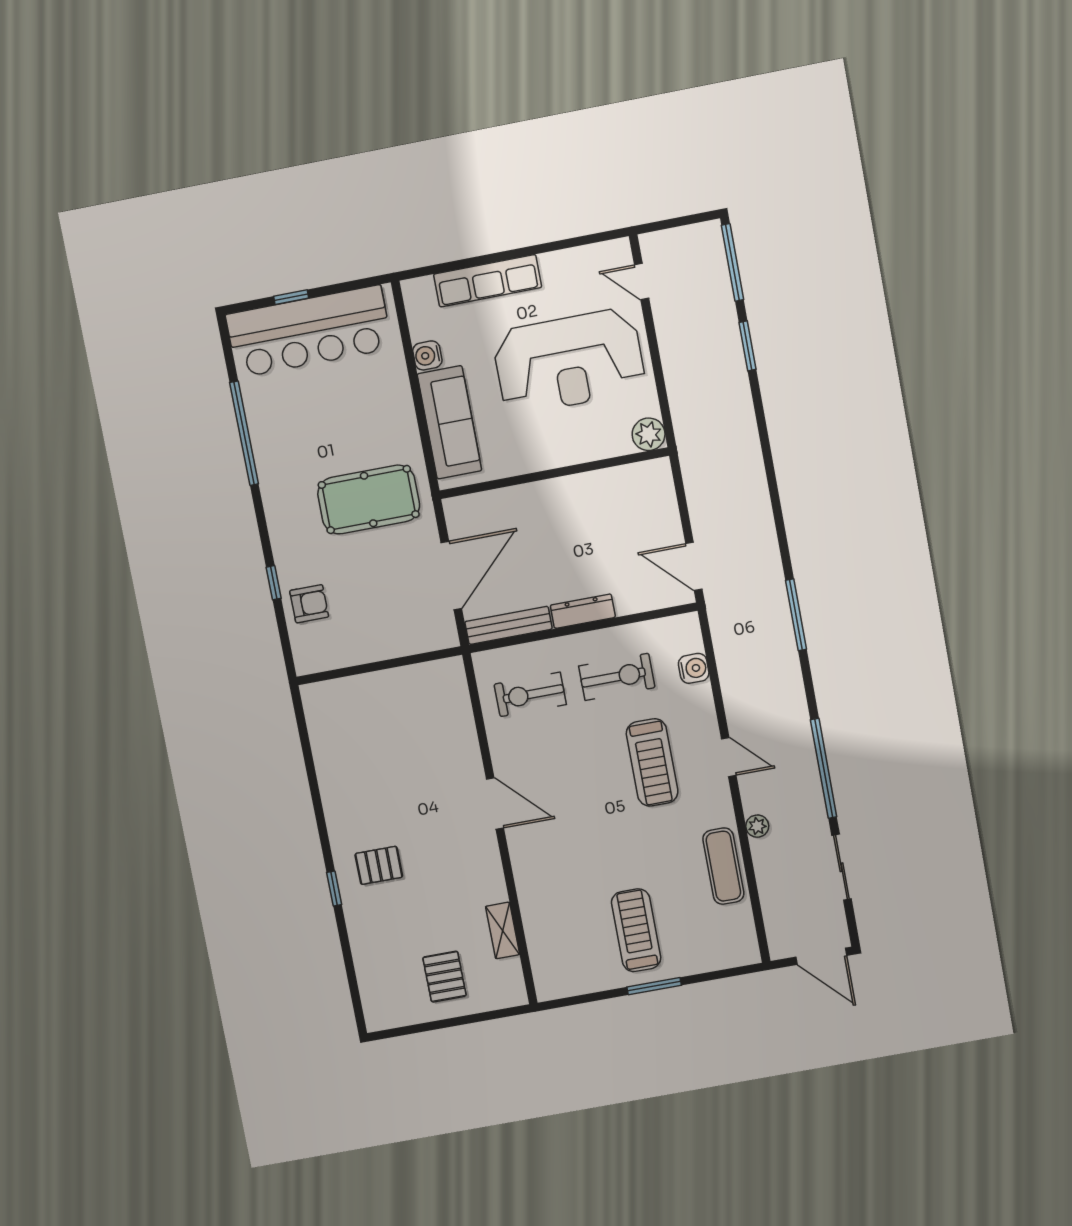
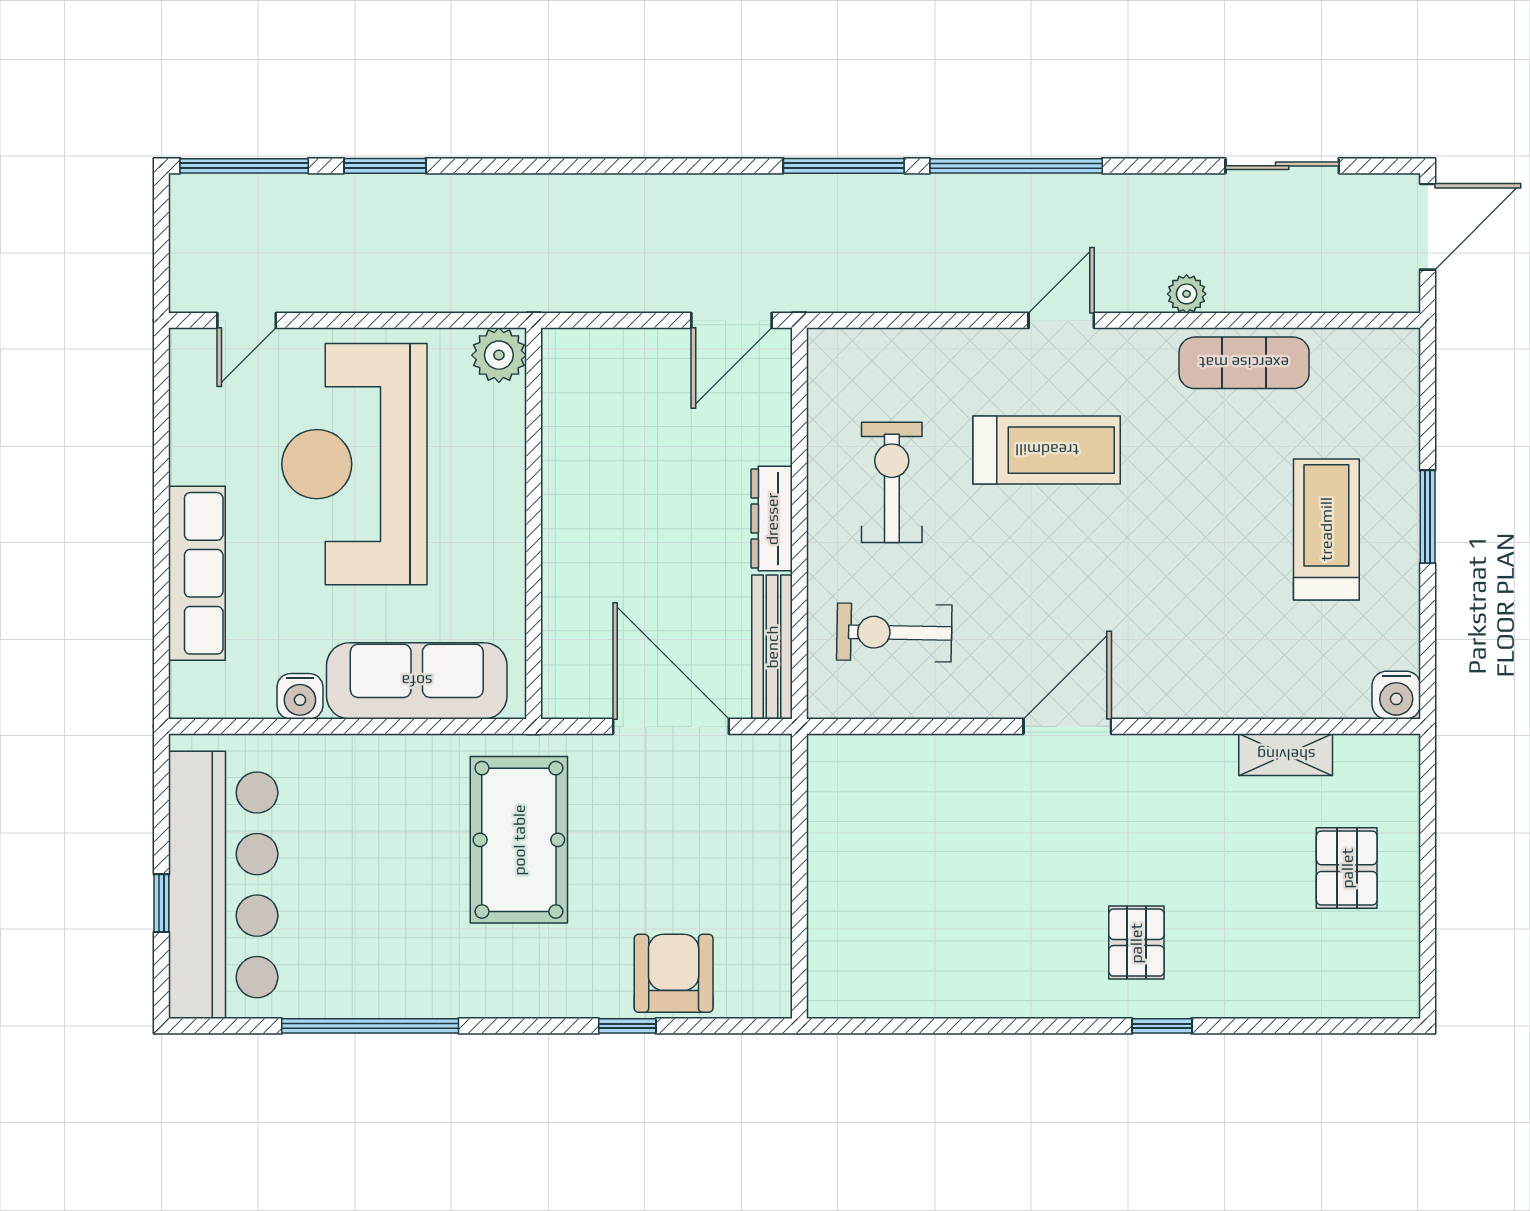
reception desk: (569, 362) -> (354, 464), turned 180
armchair: (309, 604) -> (674, 973), width x1.38, depth x1.38
water cooler: (694, 668) -> (1396, 695), moved, turned 180
exercise bike: (530, 694) -> (894, 632), turned 91
window: (824, 768) -> (1016, 166), moved
treadmill: (636, 930) -> (1326, 529), turned 90
pallet: (444, 977) -> (1347, 868), turned 90

